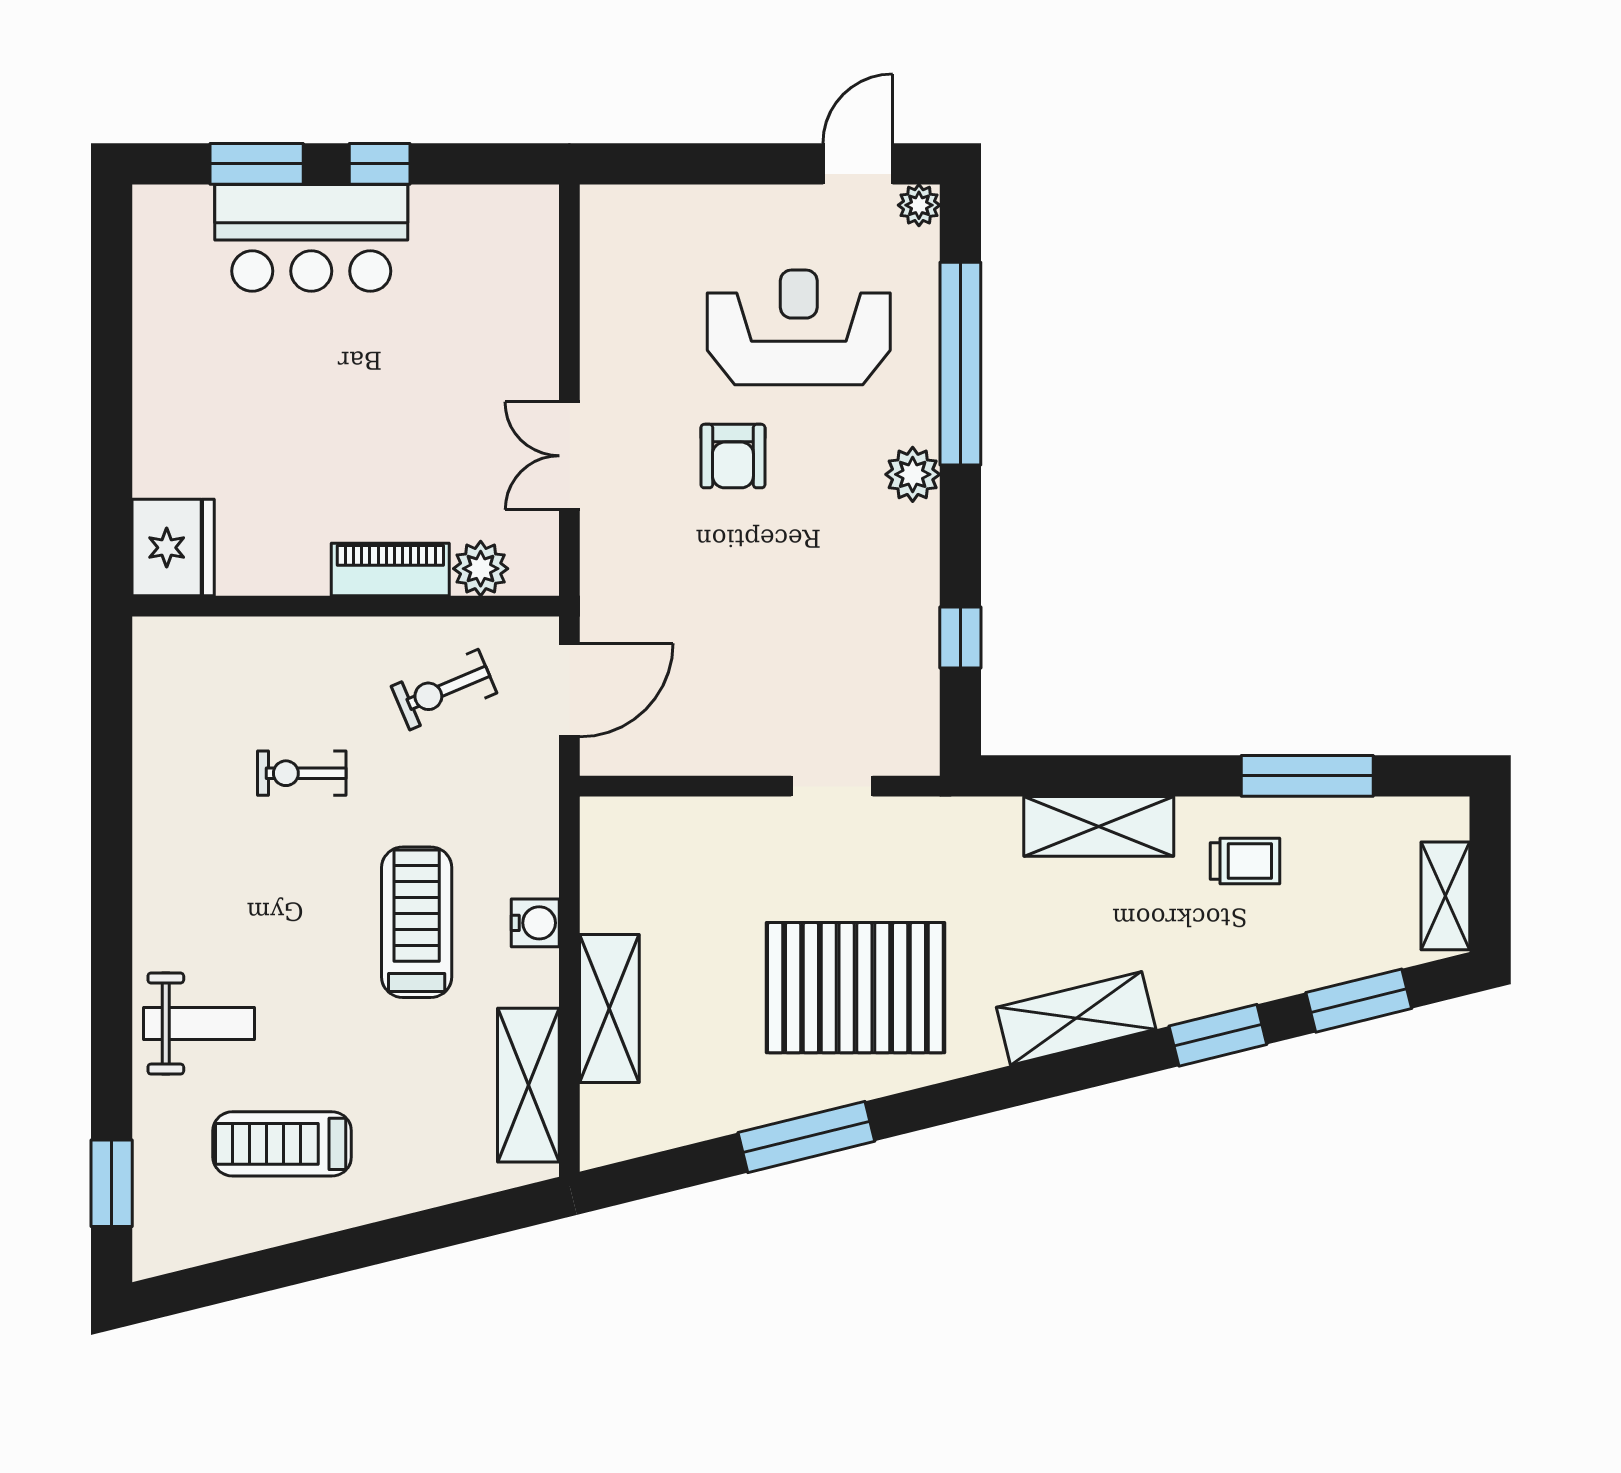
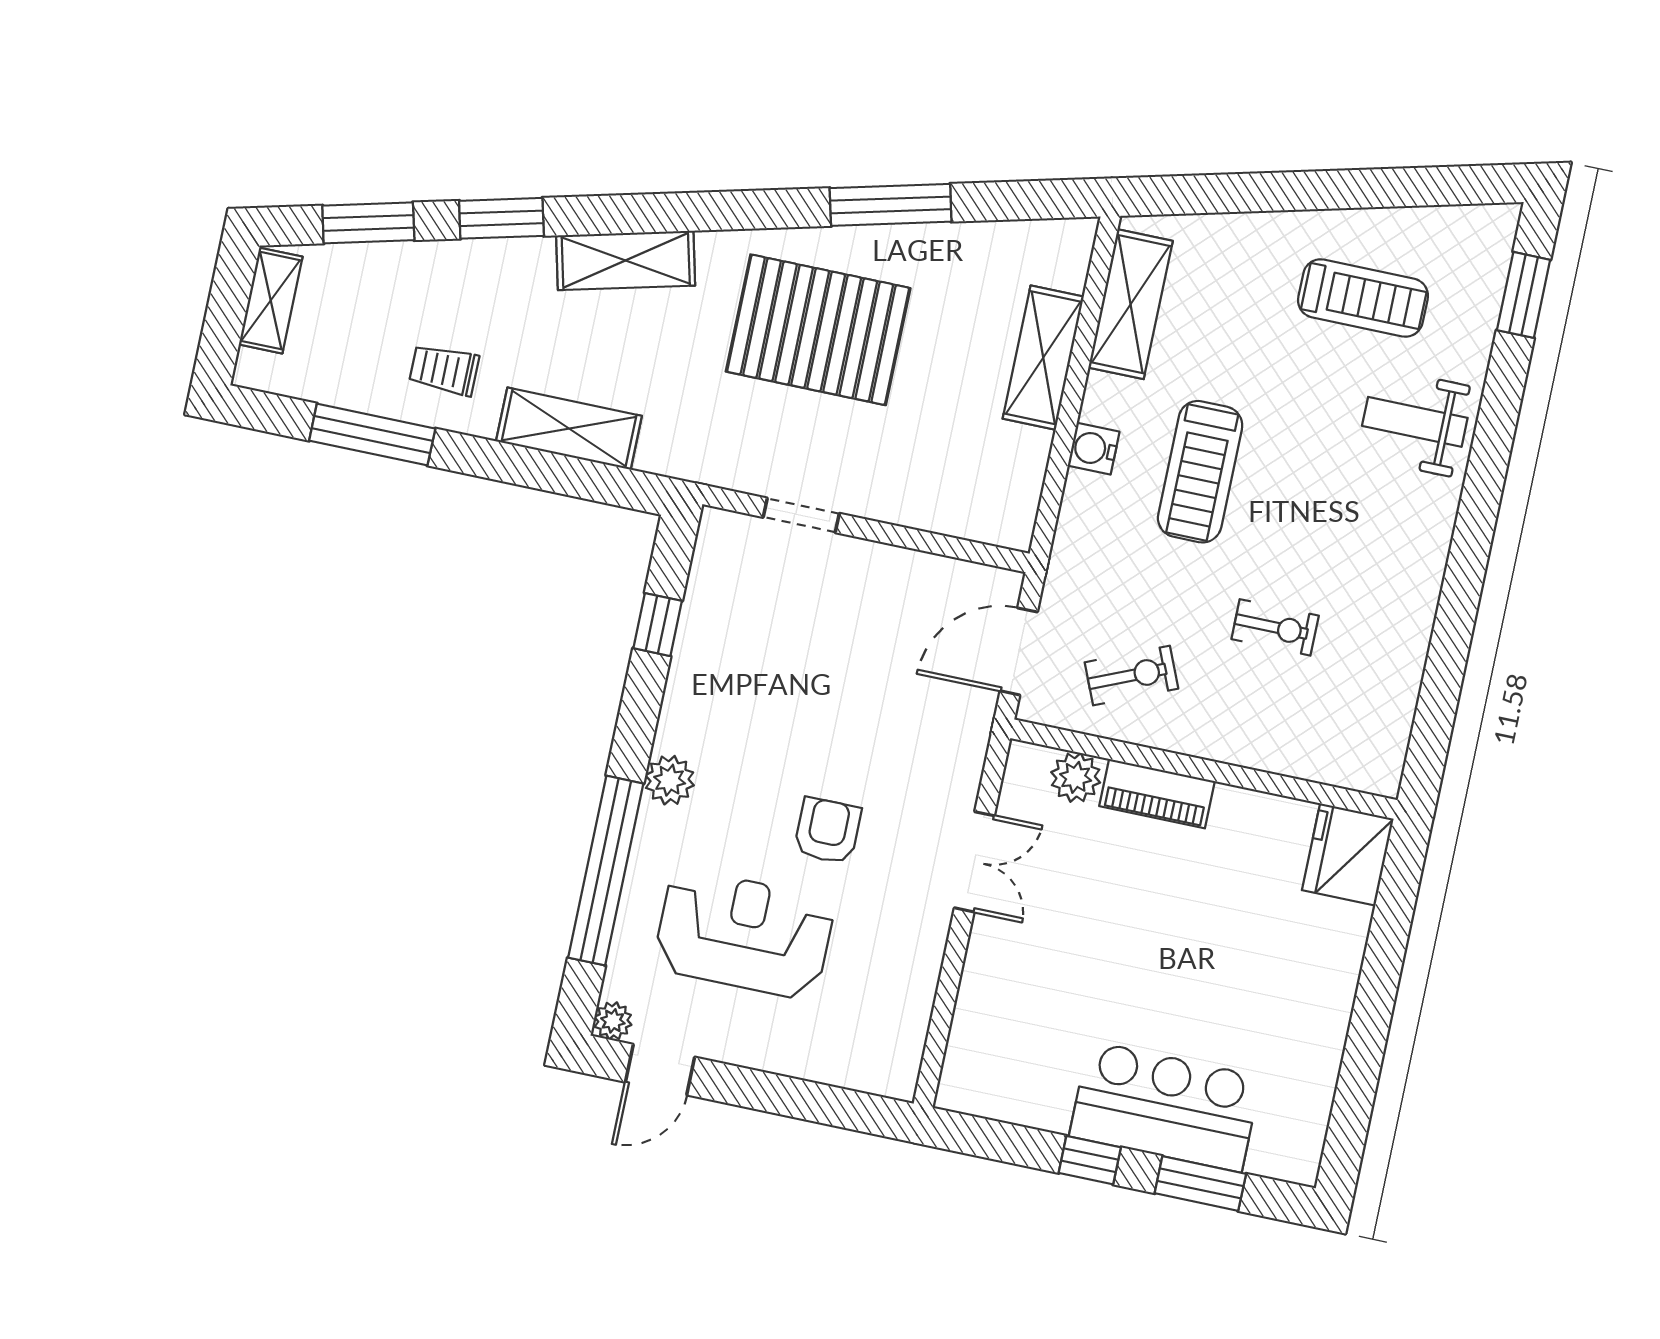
reception desk: (799, 327) -> (744, 934), turned 180

